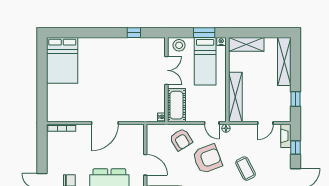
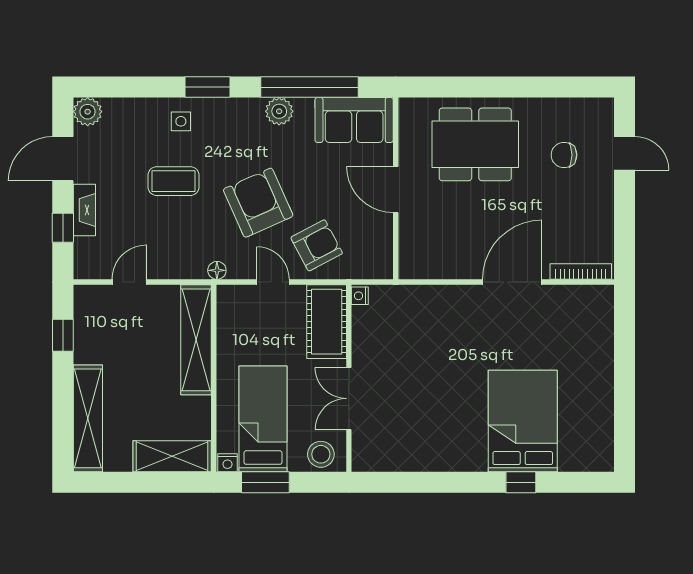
window: (134, 33) -> (521, 482), moved
bed: (62, 60) -> (523, 421), moved
door: (105, 123) -> (512, 282), moved
door: (212, 123) -> (273, 282), moved
fireplace: (286, 136) -> (84, 210), moved
armchair: (181, 140) -> (317, 245), turned 94
armchair: (207, 159) -> (258, 203), turned 87
coffee table: (246, 169) -> (174, 181), turned -63

